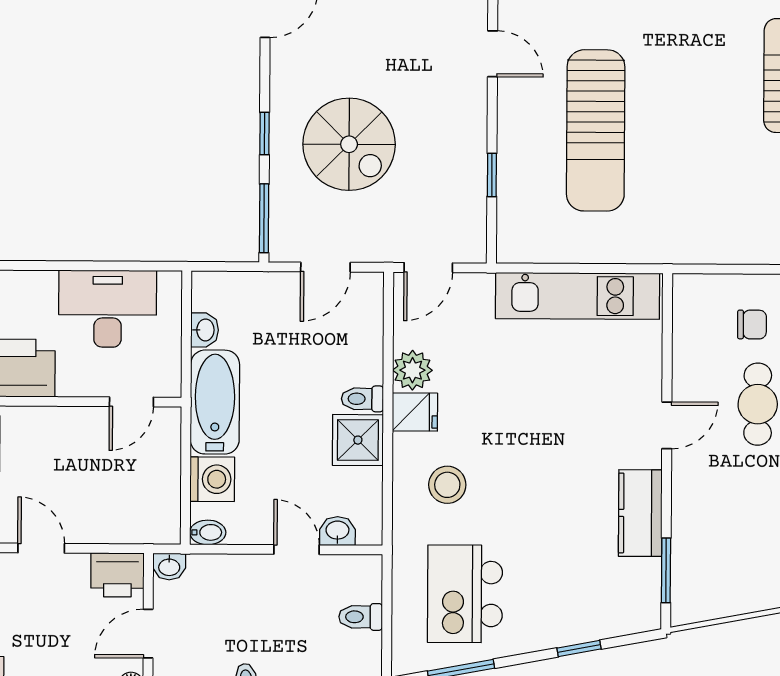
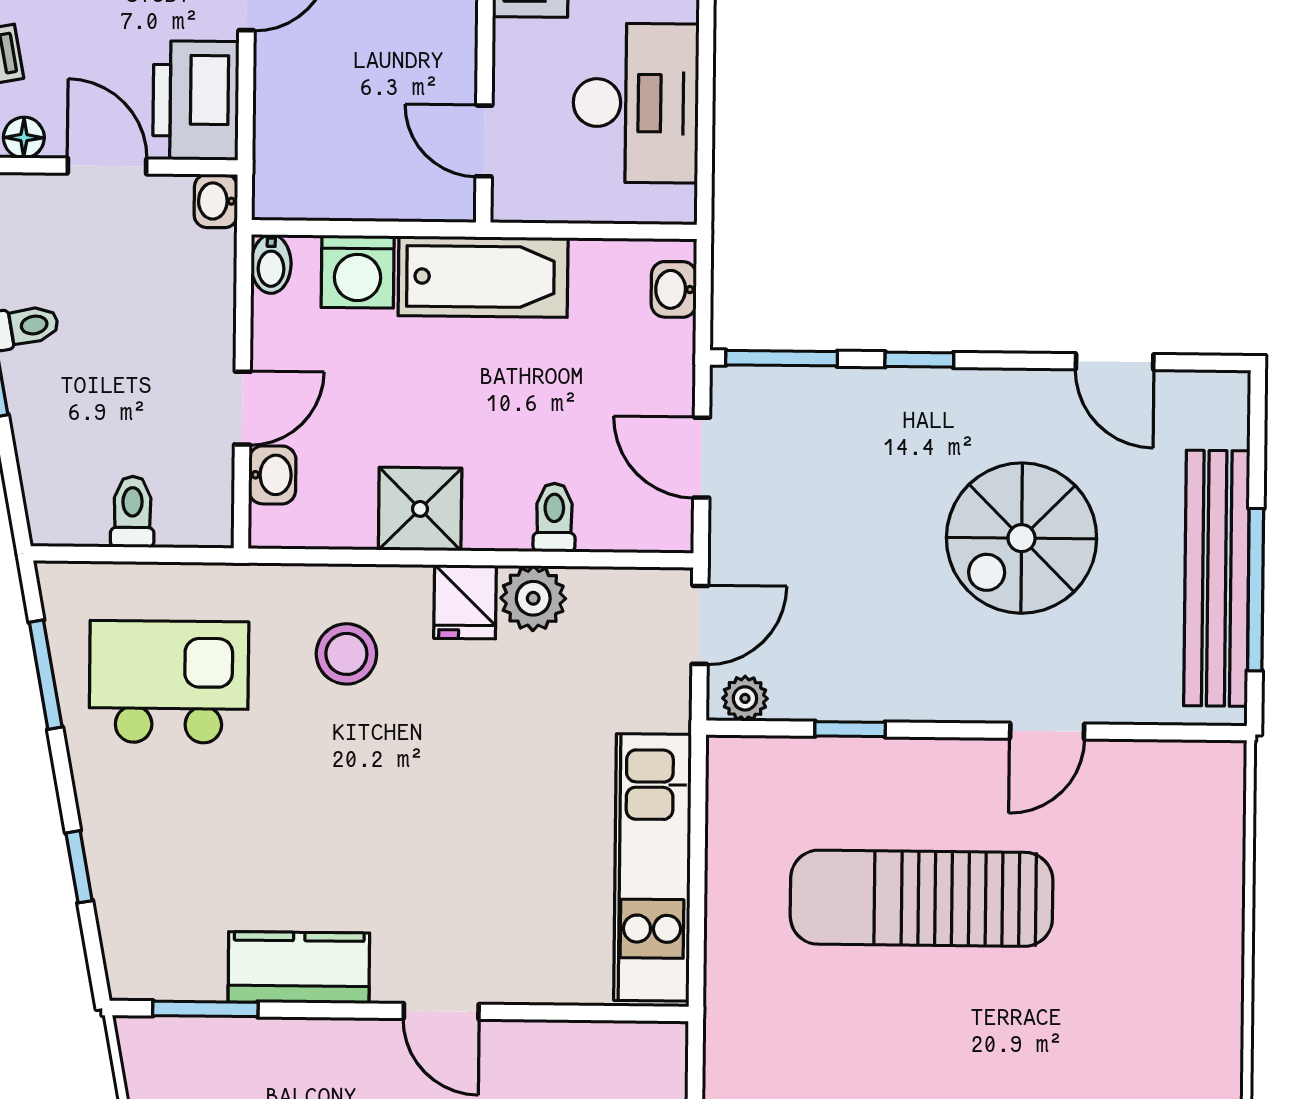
spiral stairs: (349, 144) -> (1022, 538), moved
plant: (473, 240) -> (745, 698), added
door: (428, 268) -> (700, 625), swing flipped
washbasin: (205, 330) -> (674, 289), moved, turned 90
toilet: (362, 399) -> (554, 517), moved
printer: (117, 575) -> (196, 100), width x1.37, depth x1.19

